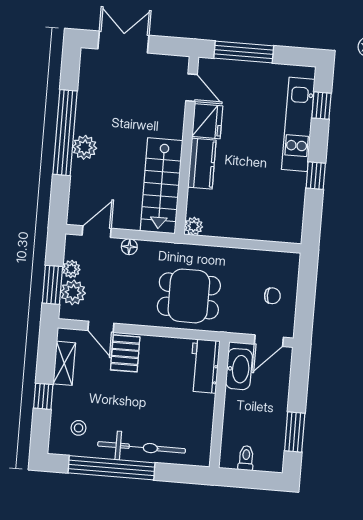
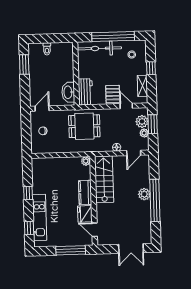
workbench: (205, 366) -> (85, 92), moved
washbasin: (239, 369) -> (68, 92), moved
wall: (219, 404) -> (76, 74), moved

